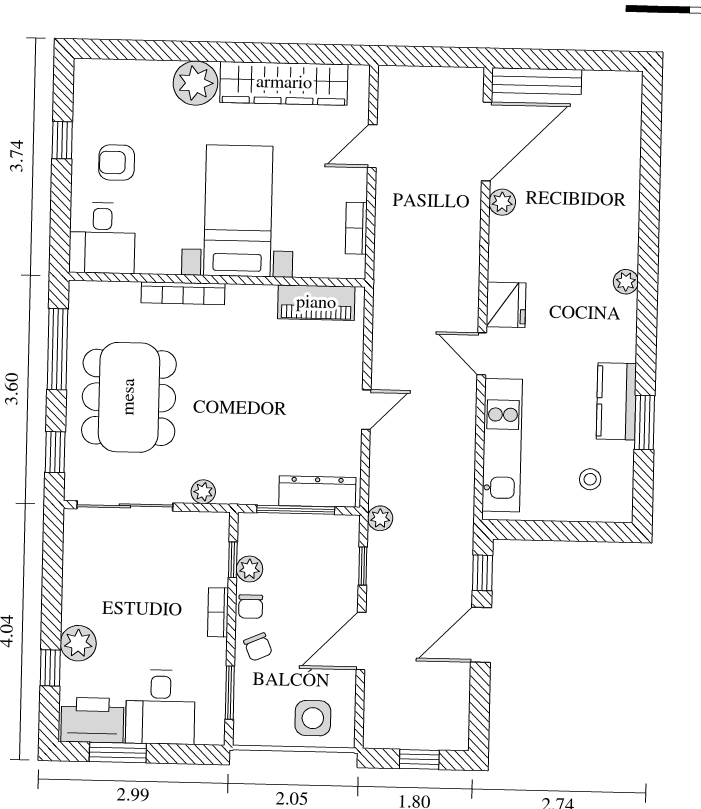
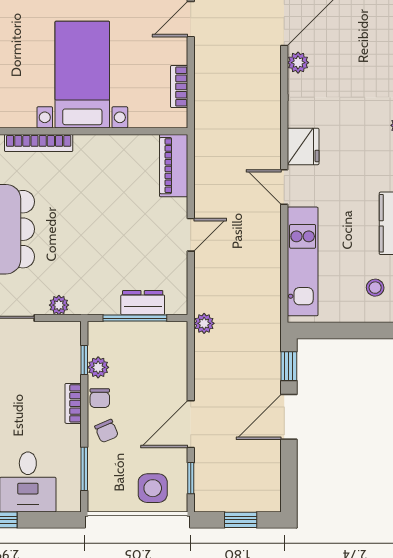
piano: (316, 303) -> (174, 166), moved, turned 90
dresser: (317, 491) -> (143, 303), width x0.70
window: (363, 566) -> (191, 478), moved

